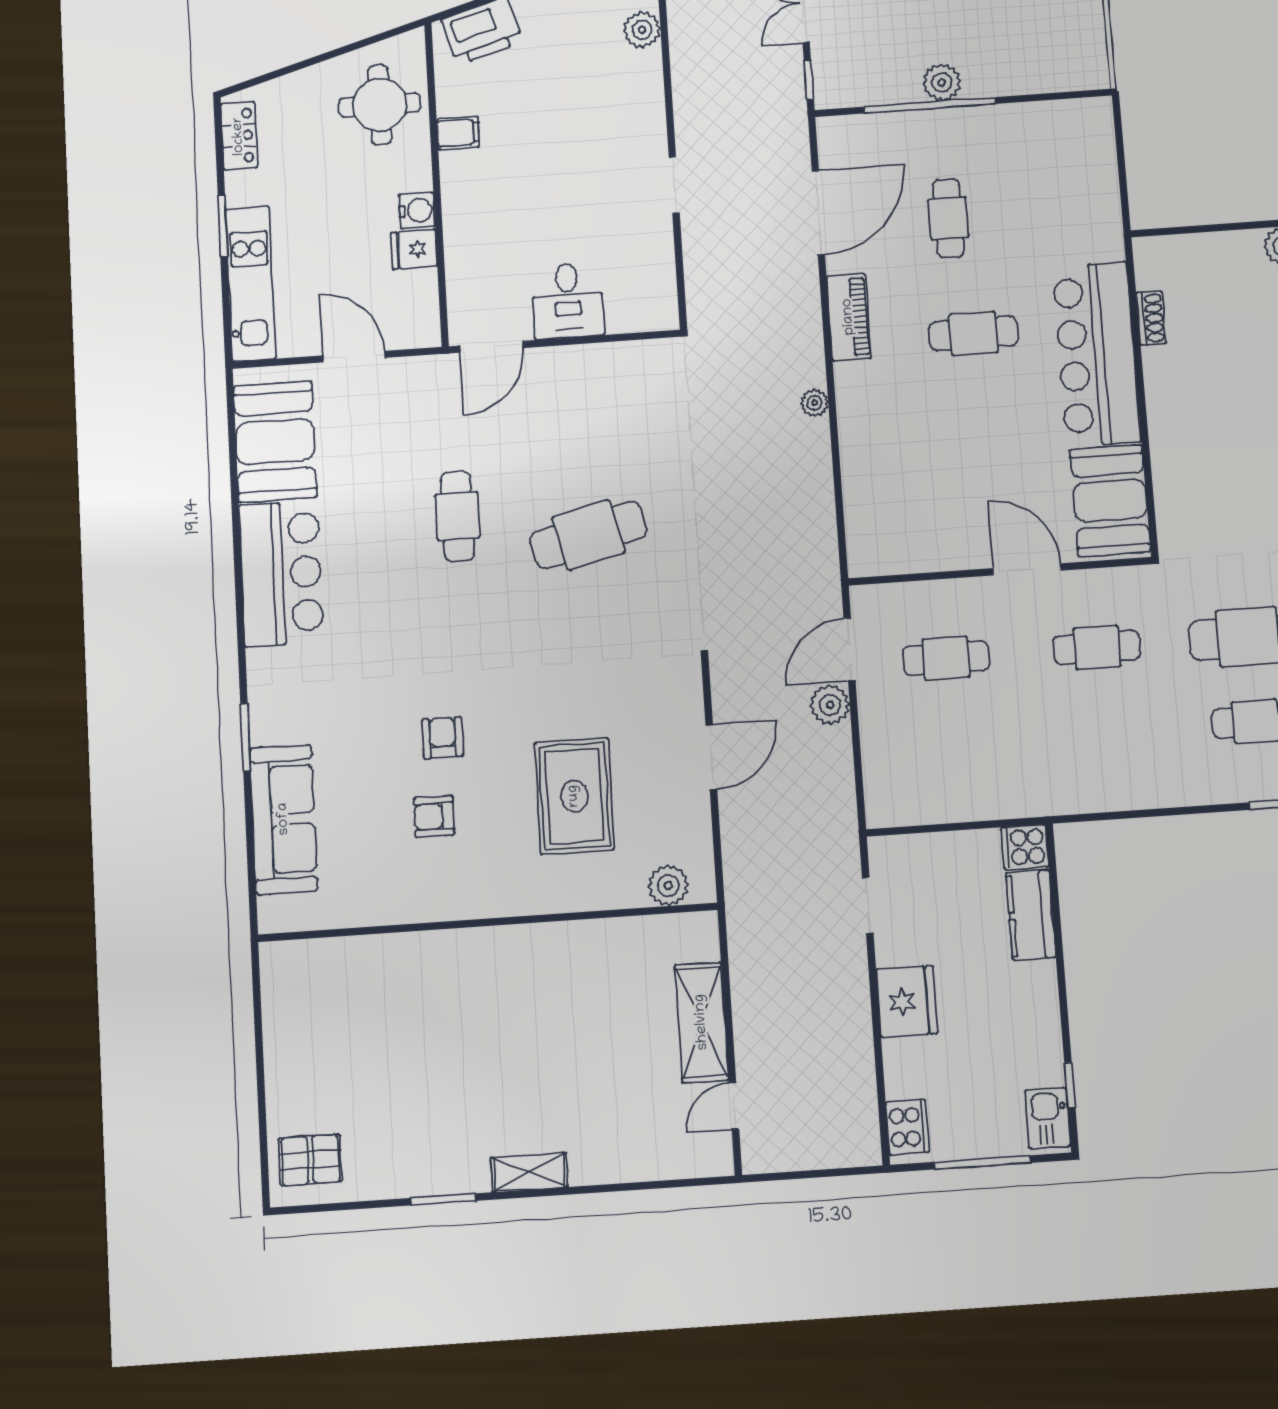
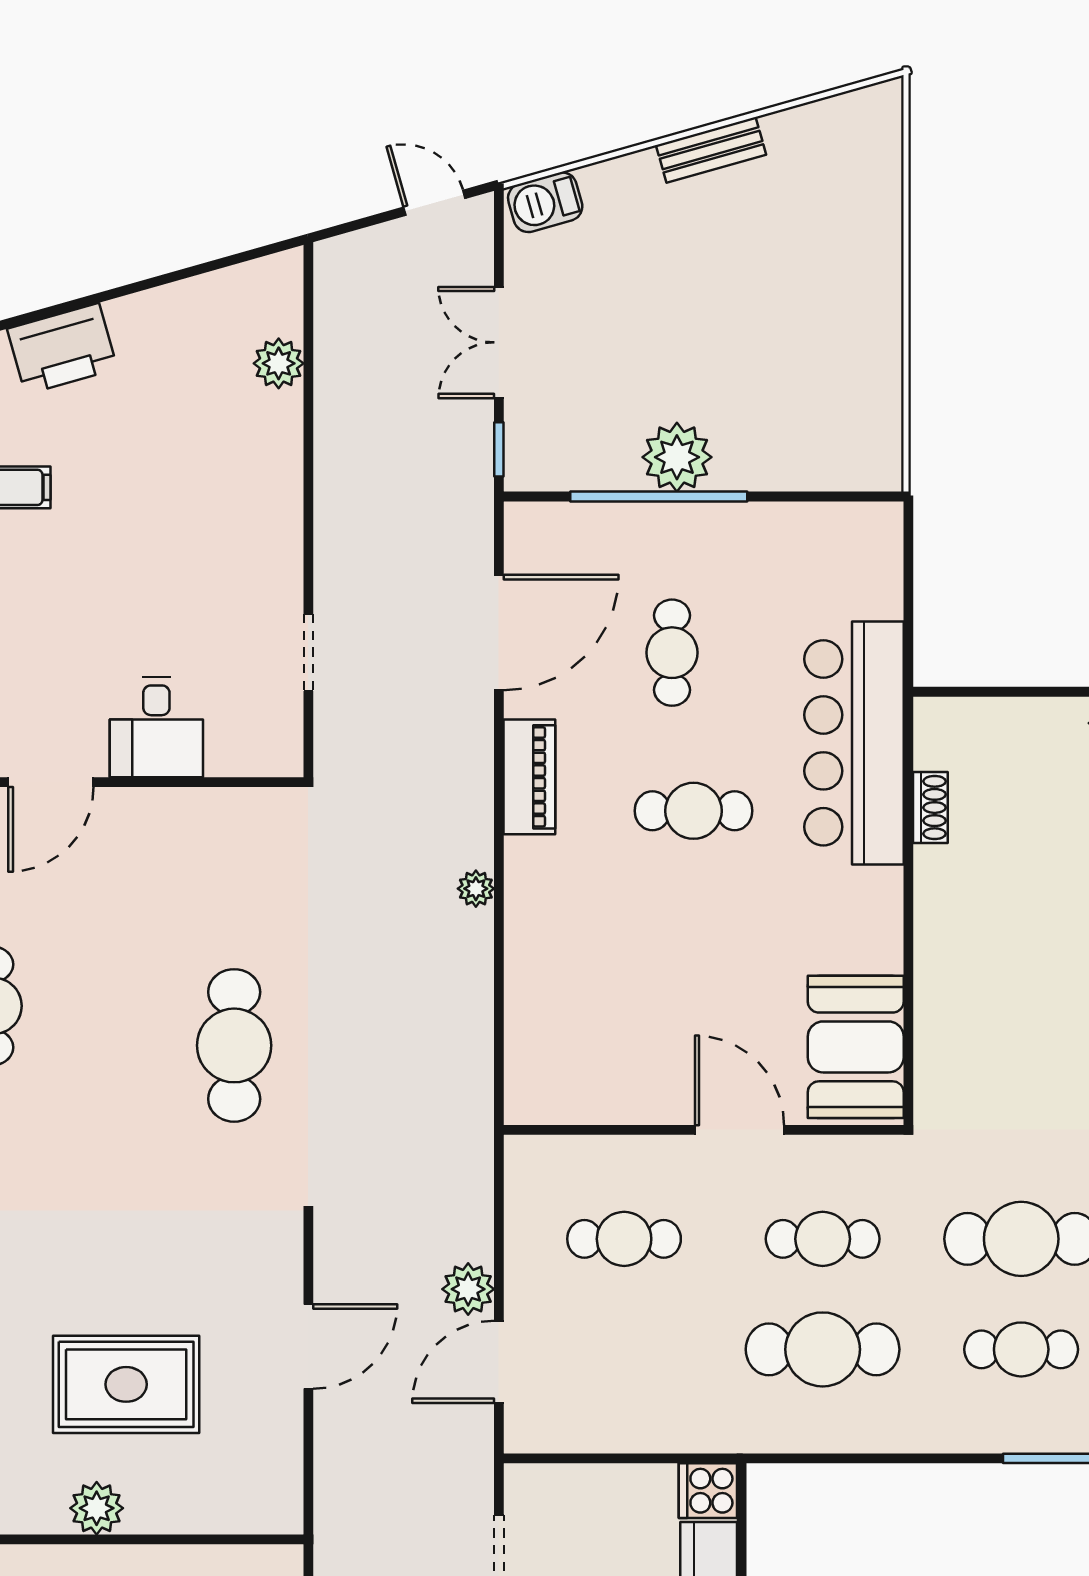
plant: (942, 82) -> (677, 457), width x1.36, depth x1.36
doorway: (674, 185) -> (308, 653), moved
bar counter: (1096, 354) -> (854, 743), moved
cafe table: (588, 535) -> (234, 1045), moved, turned -76
door: (849, 649) -> (499, 1362), moved
cafe table: (1104, 732) -> (823, 1349), added
rug: (574, 796) -> (126, 1384), turned 90
plant: (668, 885) -> (97, 1508), moved

